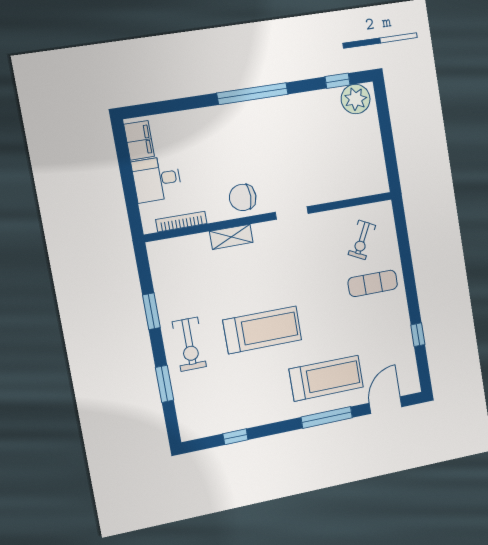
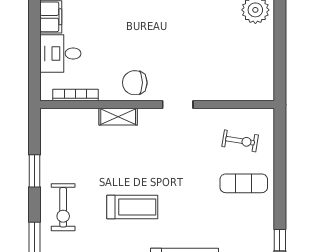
exercise bike: (362, 240) -> (240, 141), turned -108
treadmill: (262, 330) -> (132, 207), width x0.73, depth x0.73

